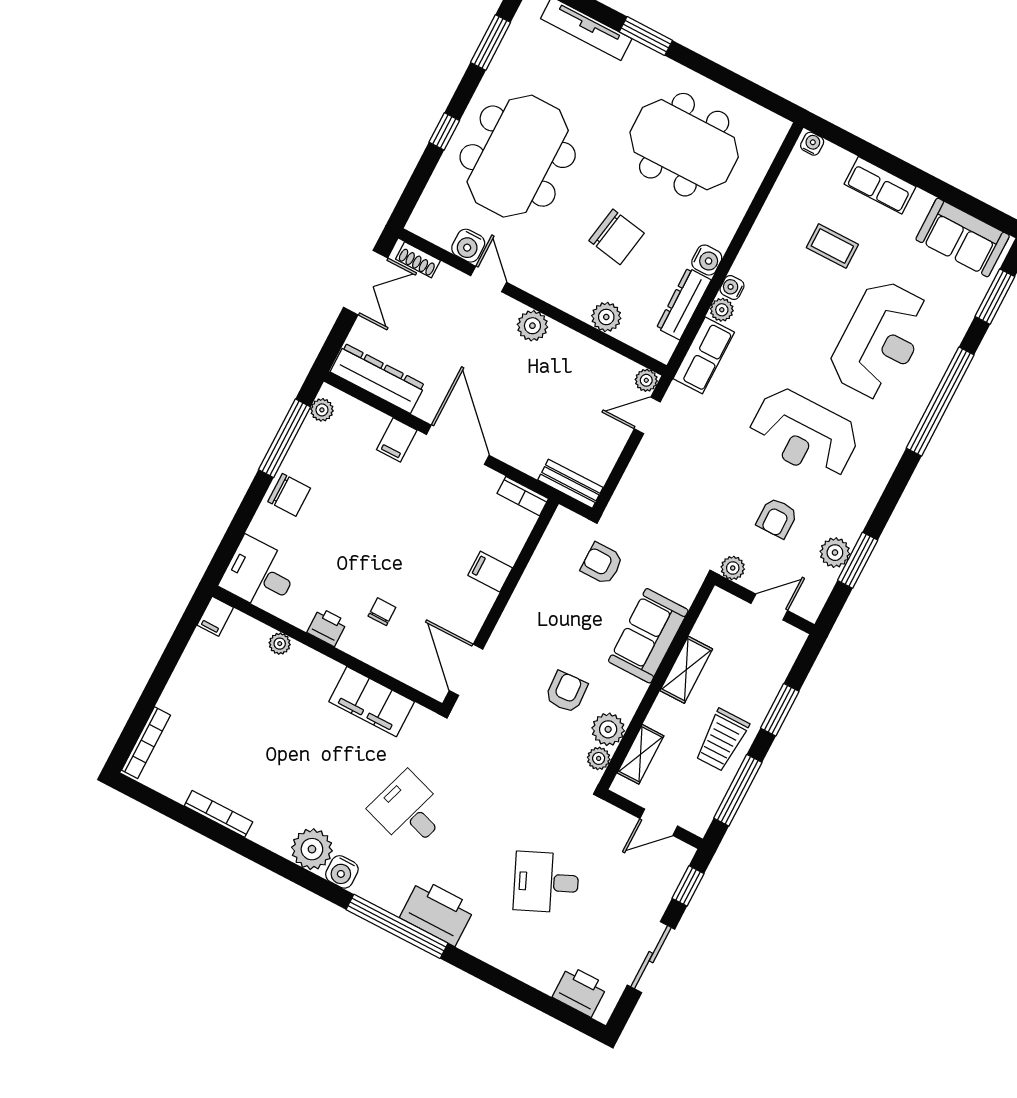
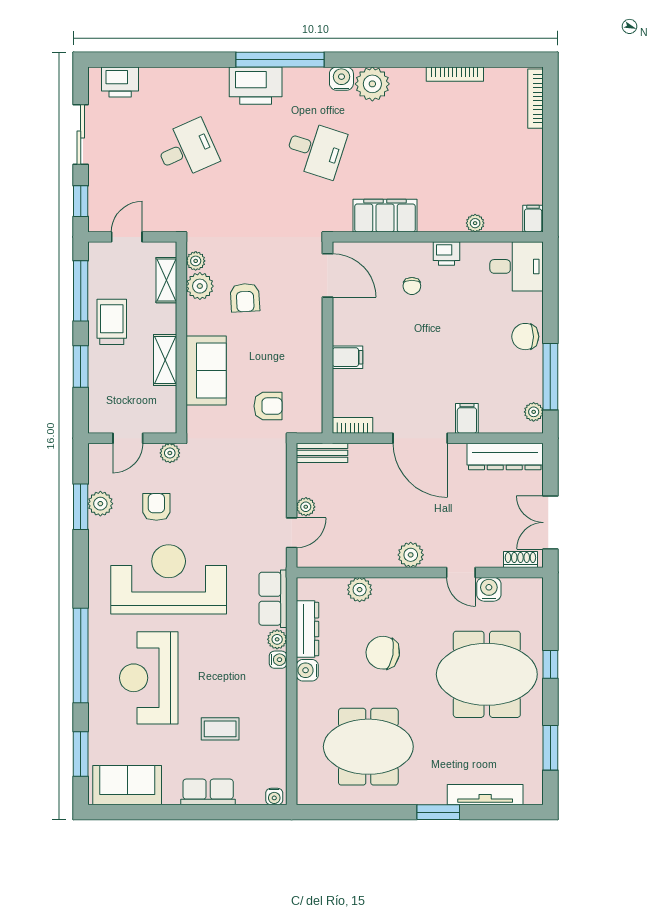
meeting table: (518, 156) -> (487, 674), turned 90
plant: (646, 380) -> (306, 507), moved
reception desk: (804, 434) -> (169, 579), width x1.36, depth x1.30

